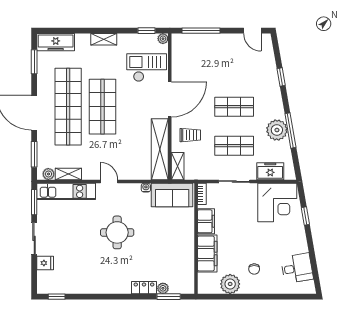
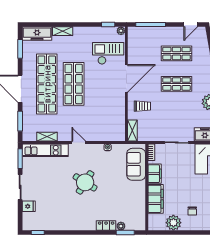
door: (252, 31) -> (191, 25), hinge flipped
shelving: (104, 39) -> (63, 31), moved
shop shelf: (234, 146) -> (177, 53), moved
shelving: (160, 149) -> (118, 117), removed
plant: (48, 174) -> (31, 137), removed
sofa: (172, 195) -> (136, 164), moved, turned 90
round table: (117, 232) -> (85, 182), turned 32

